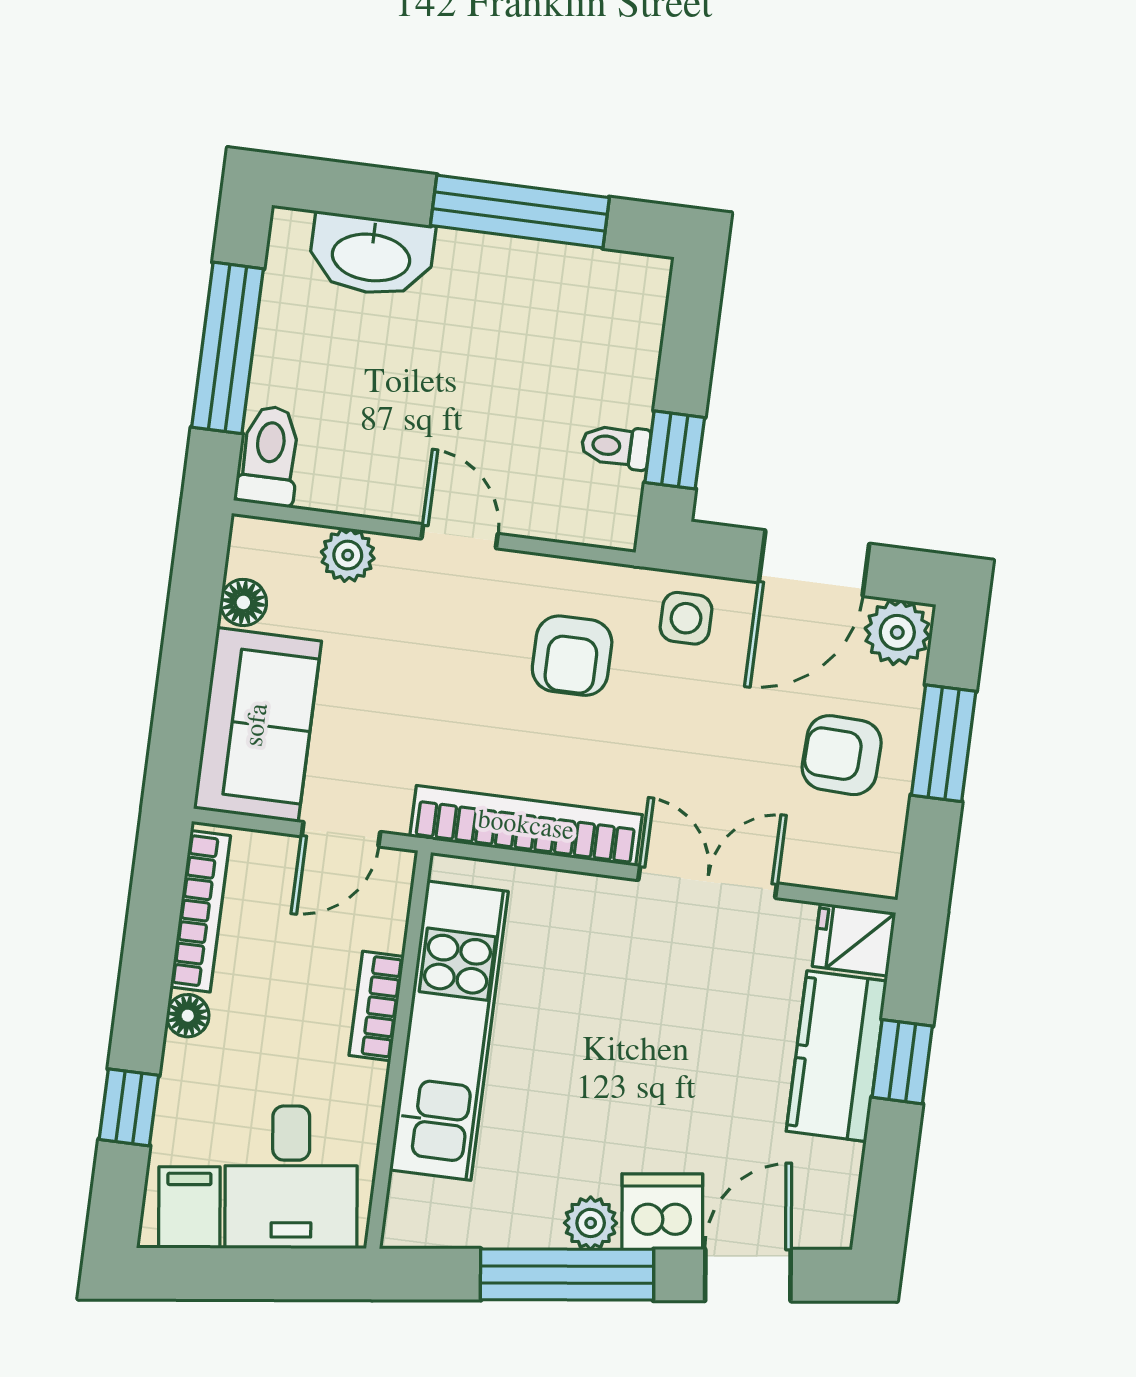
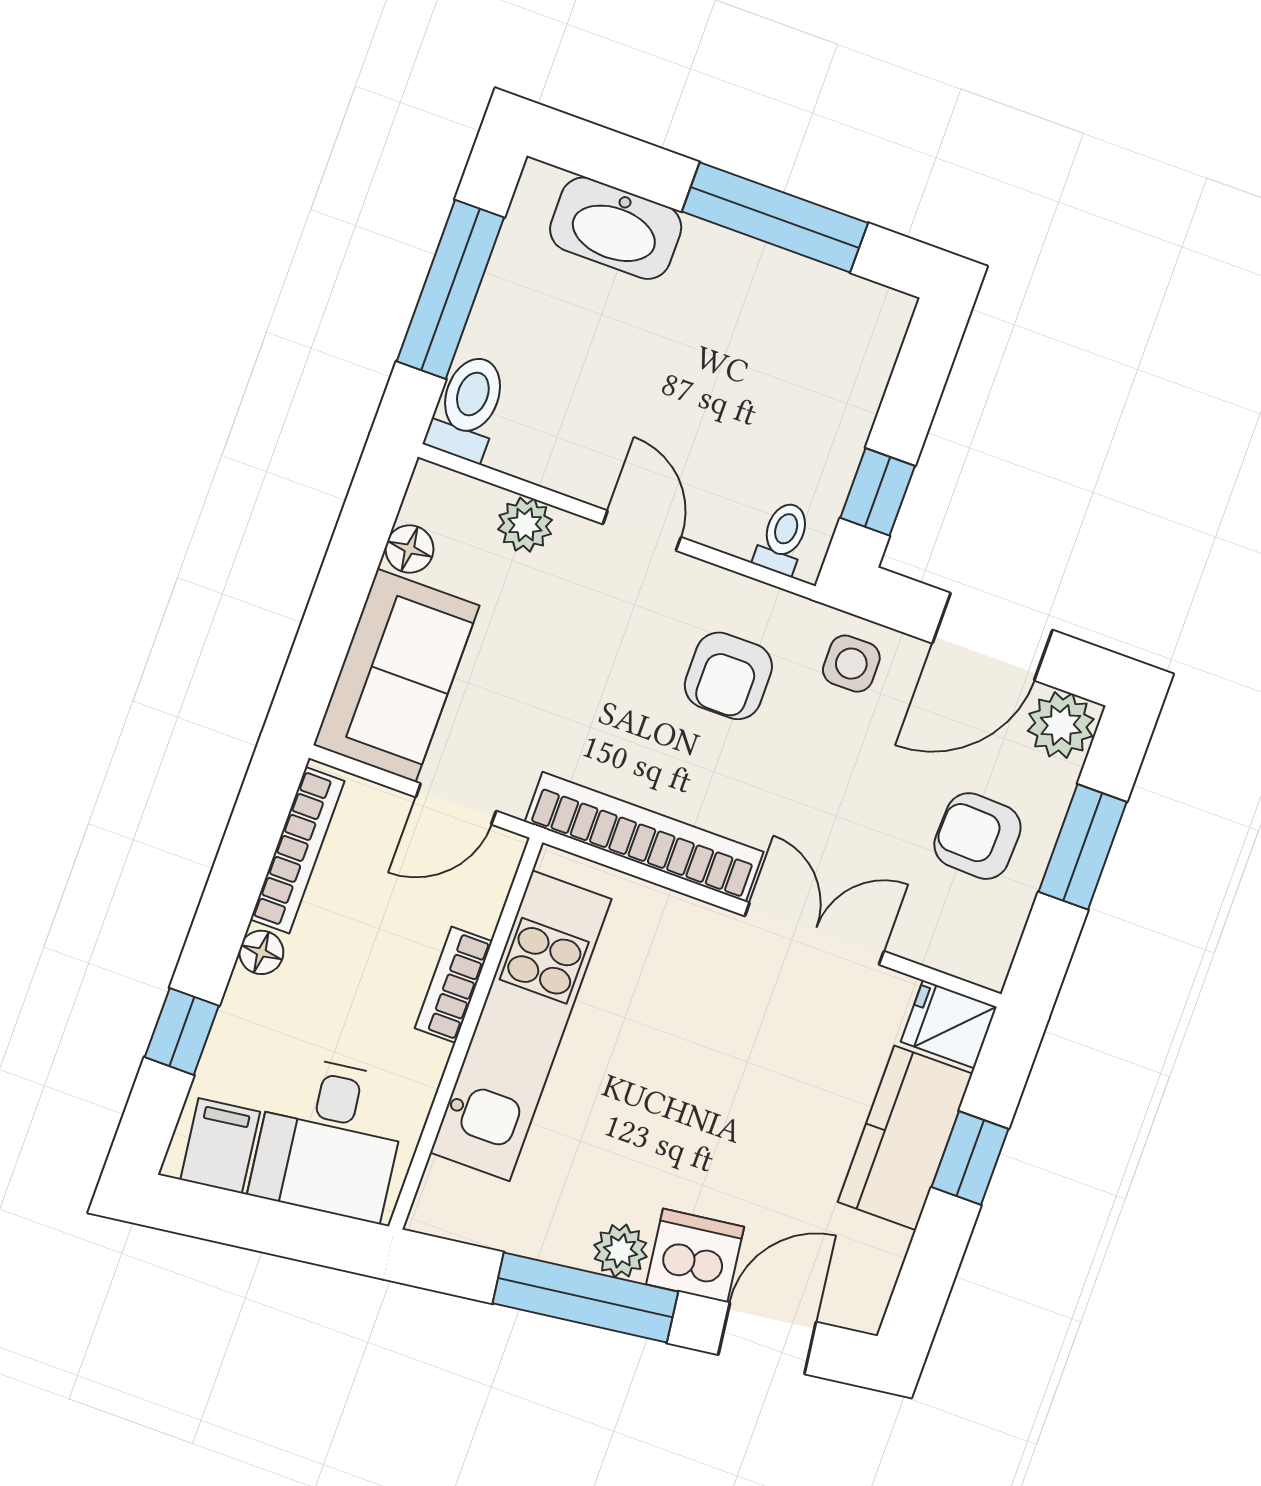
toilet: (616, 446) -> (783, 538), moved, turned 90

